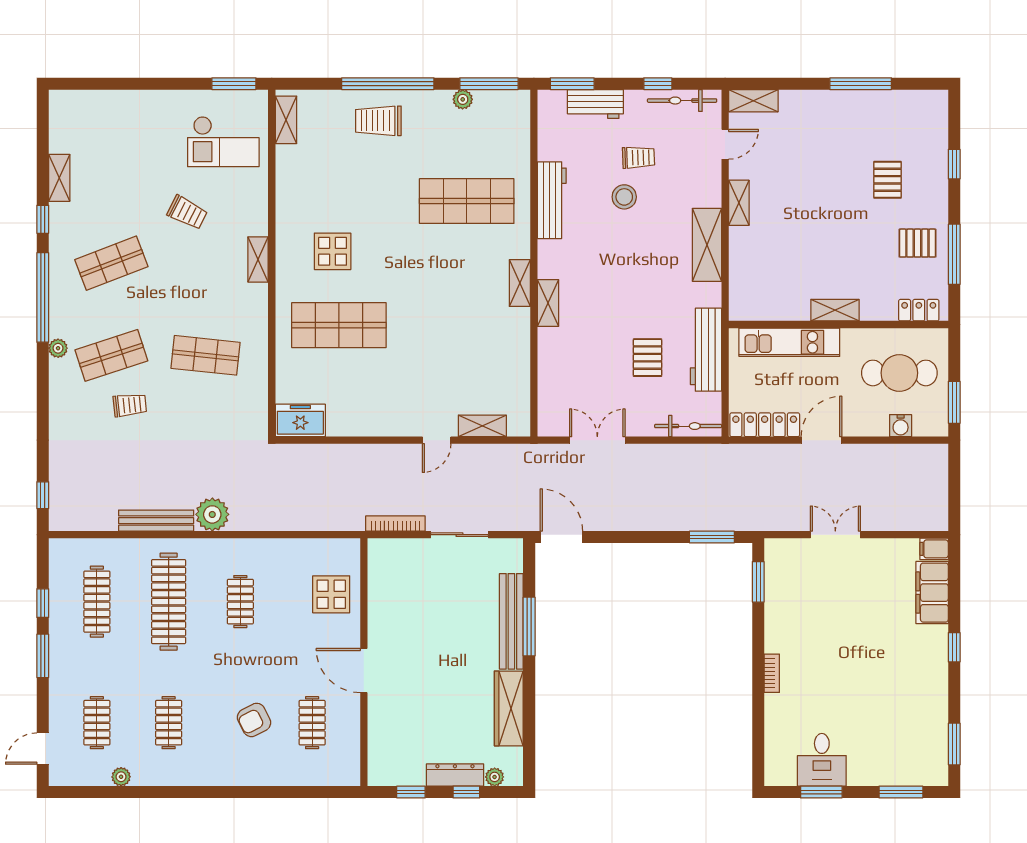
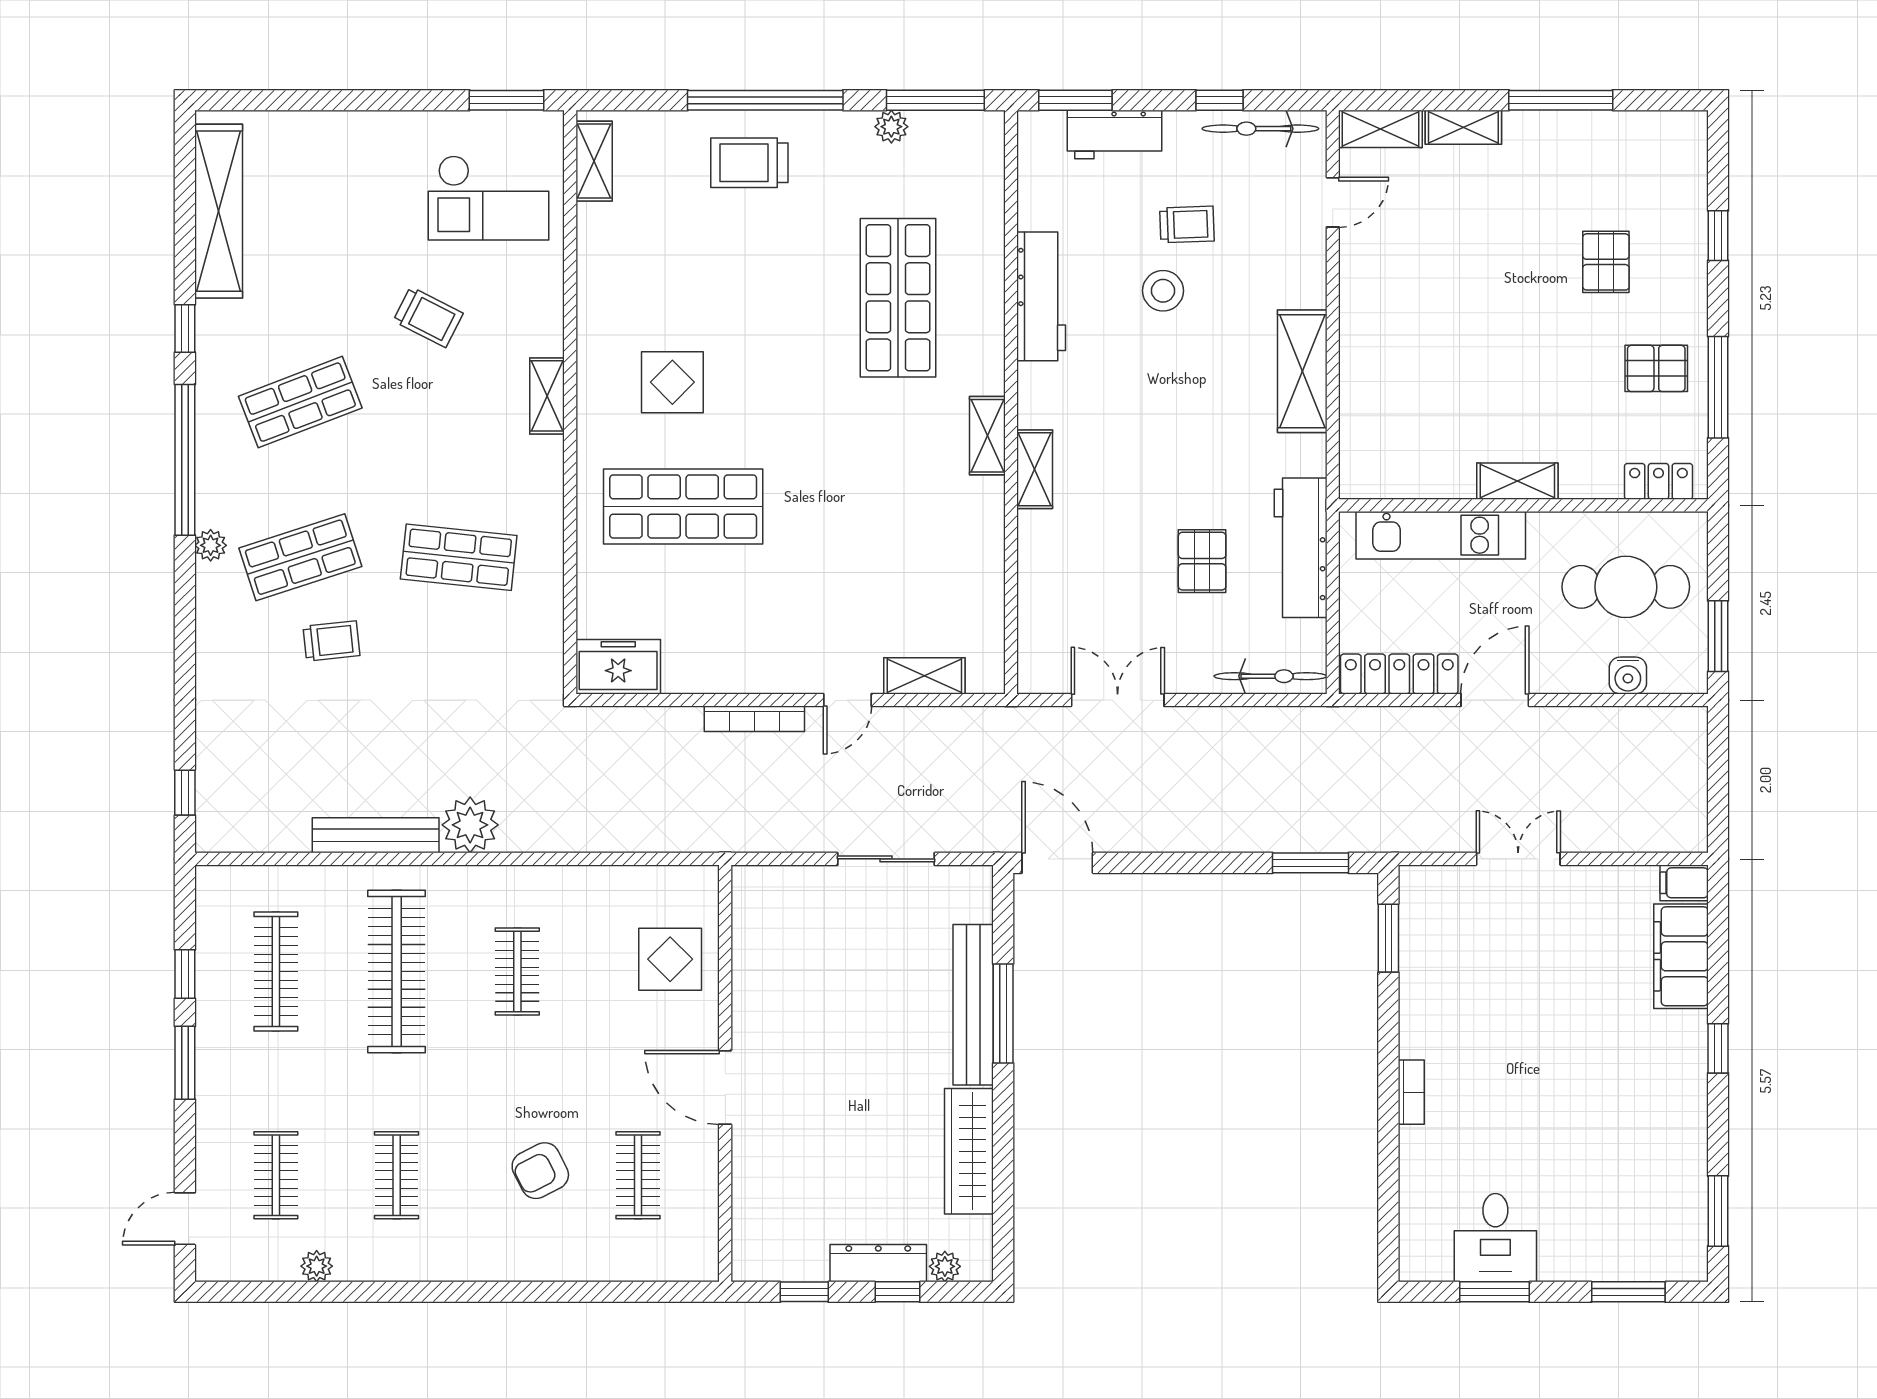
shelving: (59, 178) -> (219, 211), width x2.20, depth x1.33
shop shelf: (467, 201) -> (898, 298), turned 90
shelving: (739, 203) -> (1463, 127), moved, turned 90
bookcase: (395, 523) -> (754, 719), moved, turned 180

